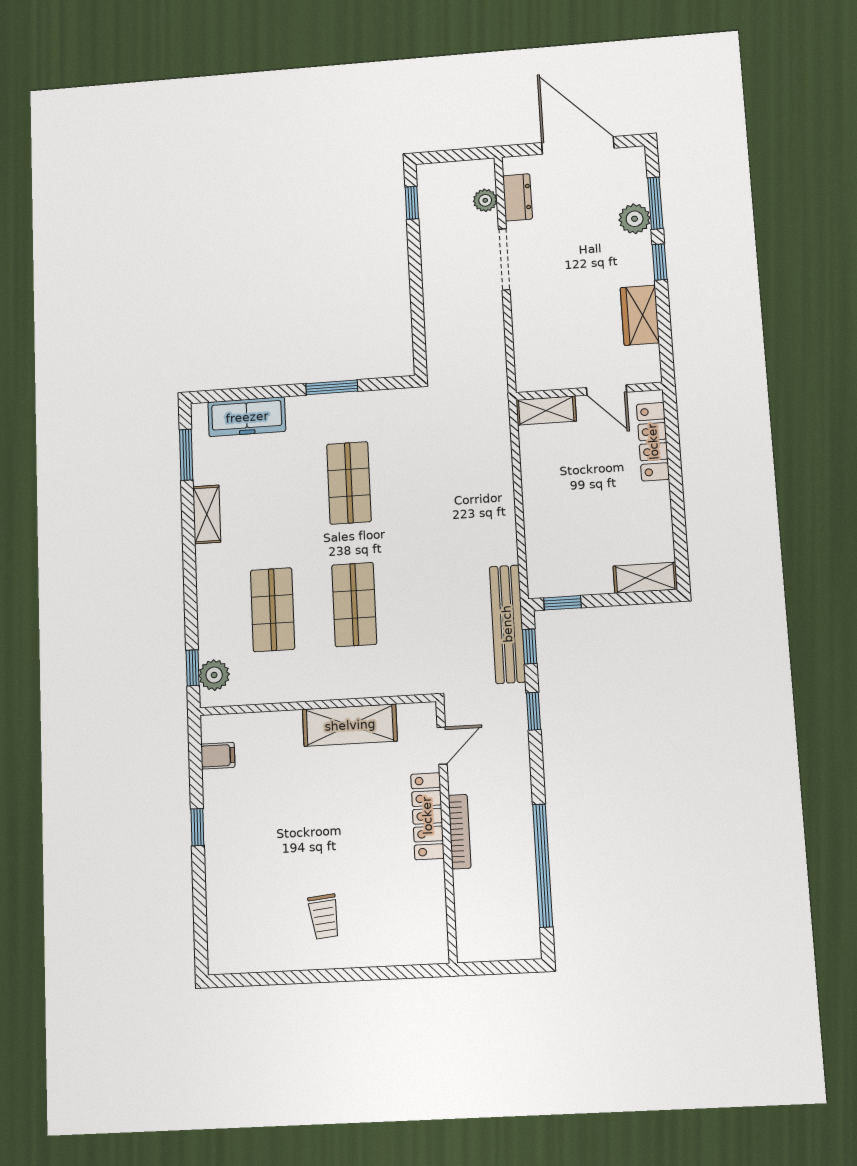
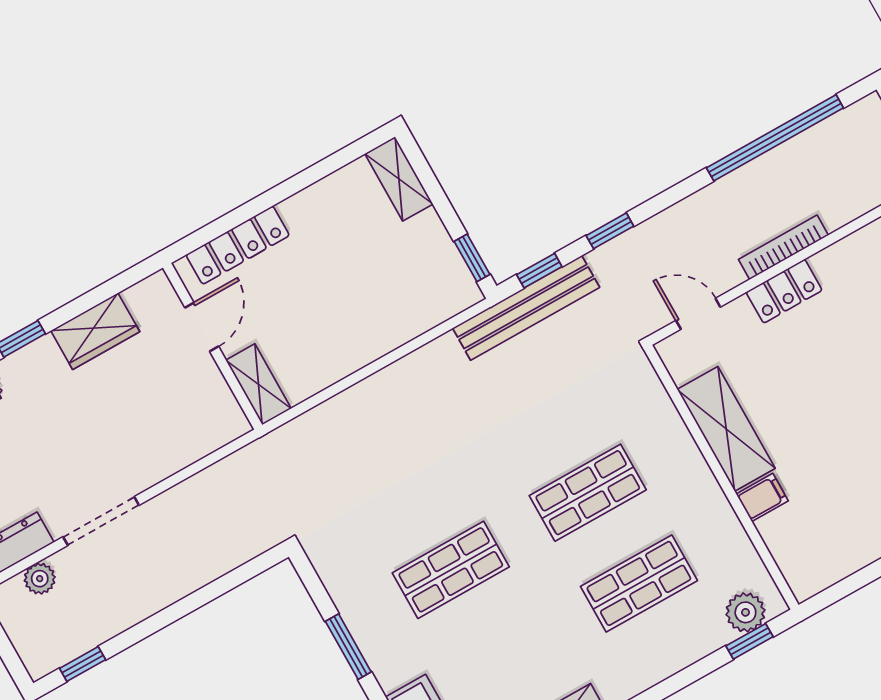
filing cabinet: (218, 756) -> (762, 497), moved, turned 90
locker: (427, 816) -> (784, 291), width x0.66

